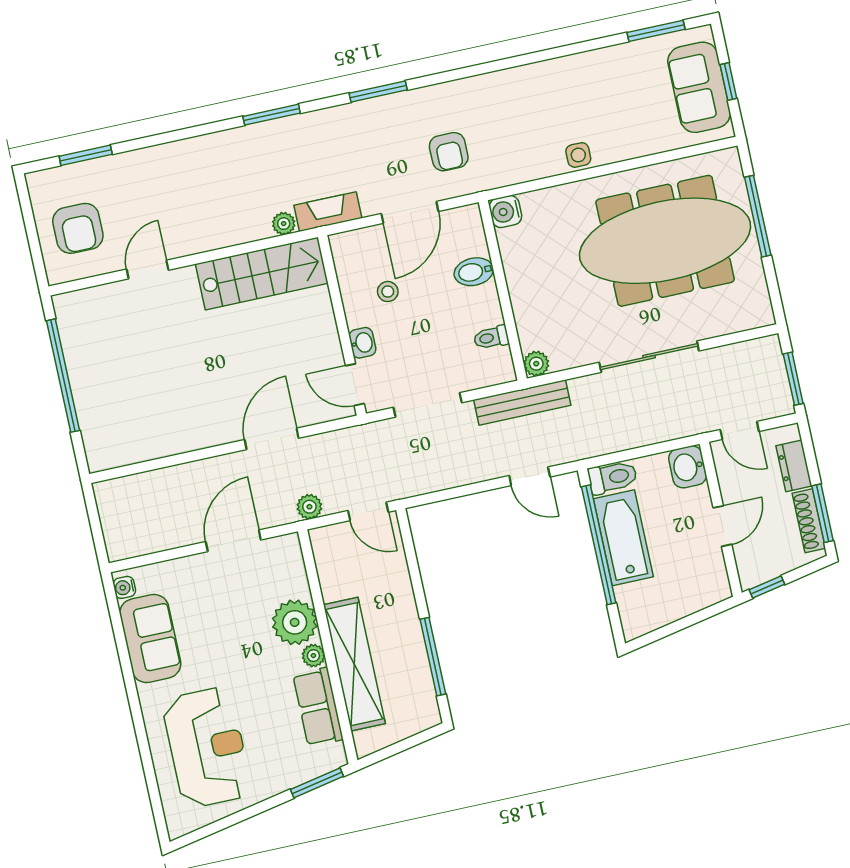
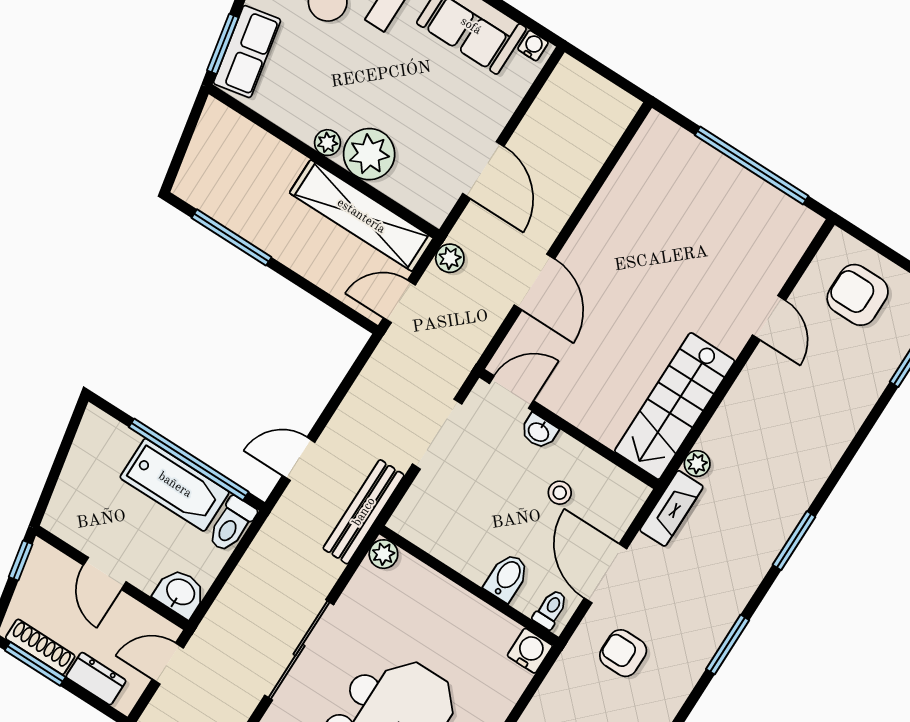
toilet: (491, 337) -> (551, 609), moved
shelving: (354, 664) -> (361, 216), moved
row of seats: (318, 707) -> (247, 52), moved, turned 79

